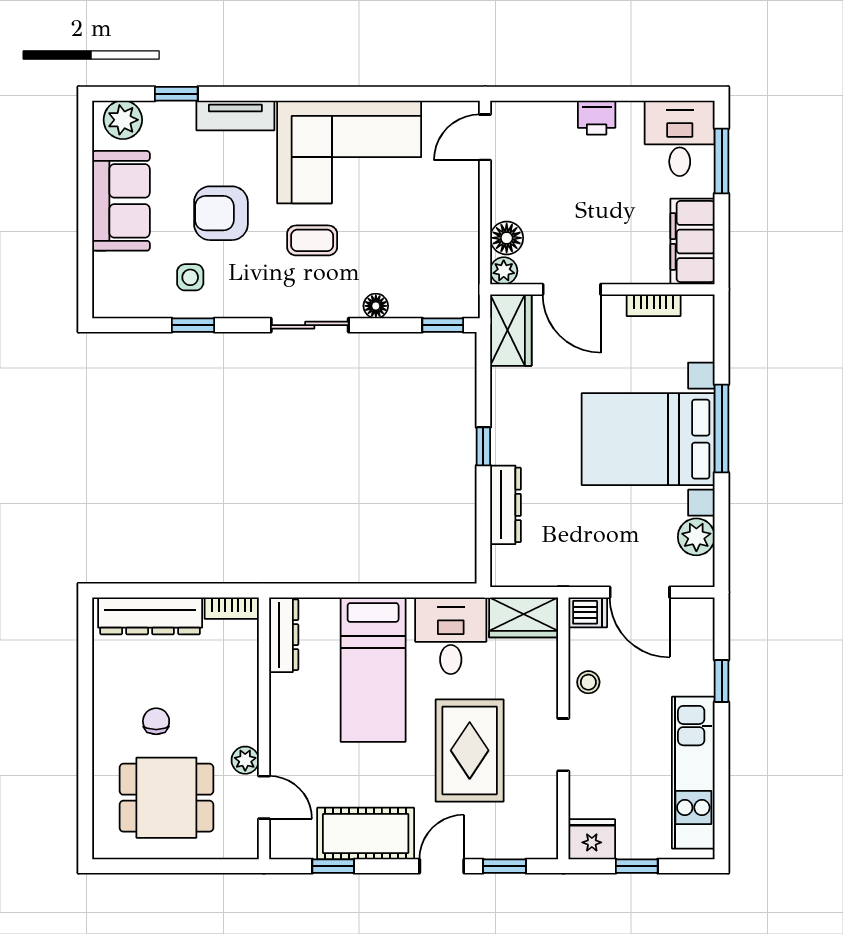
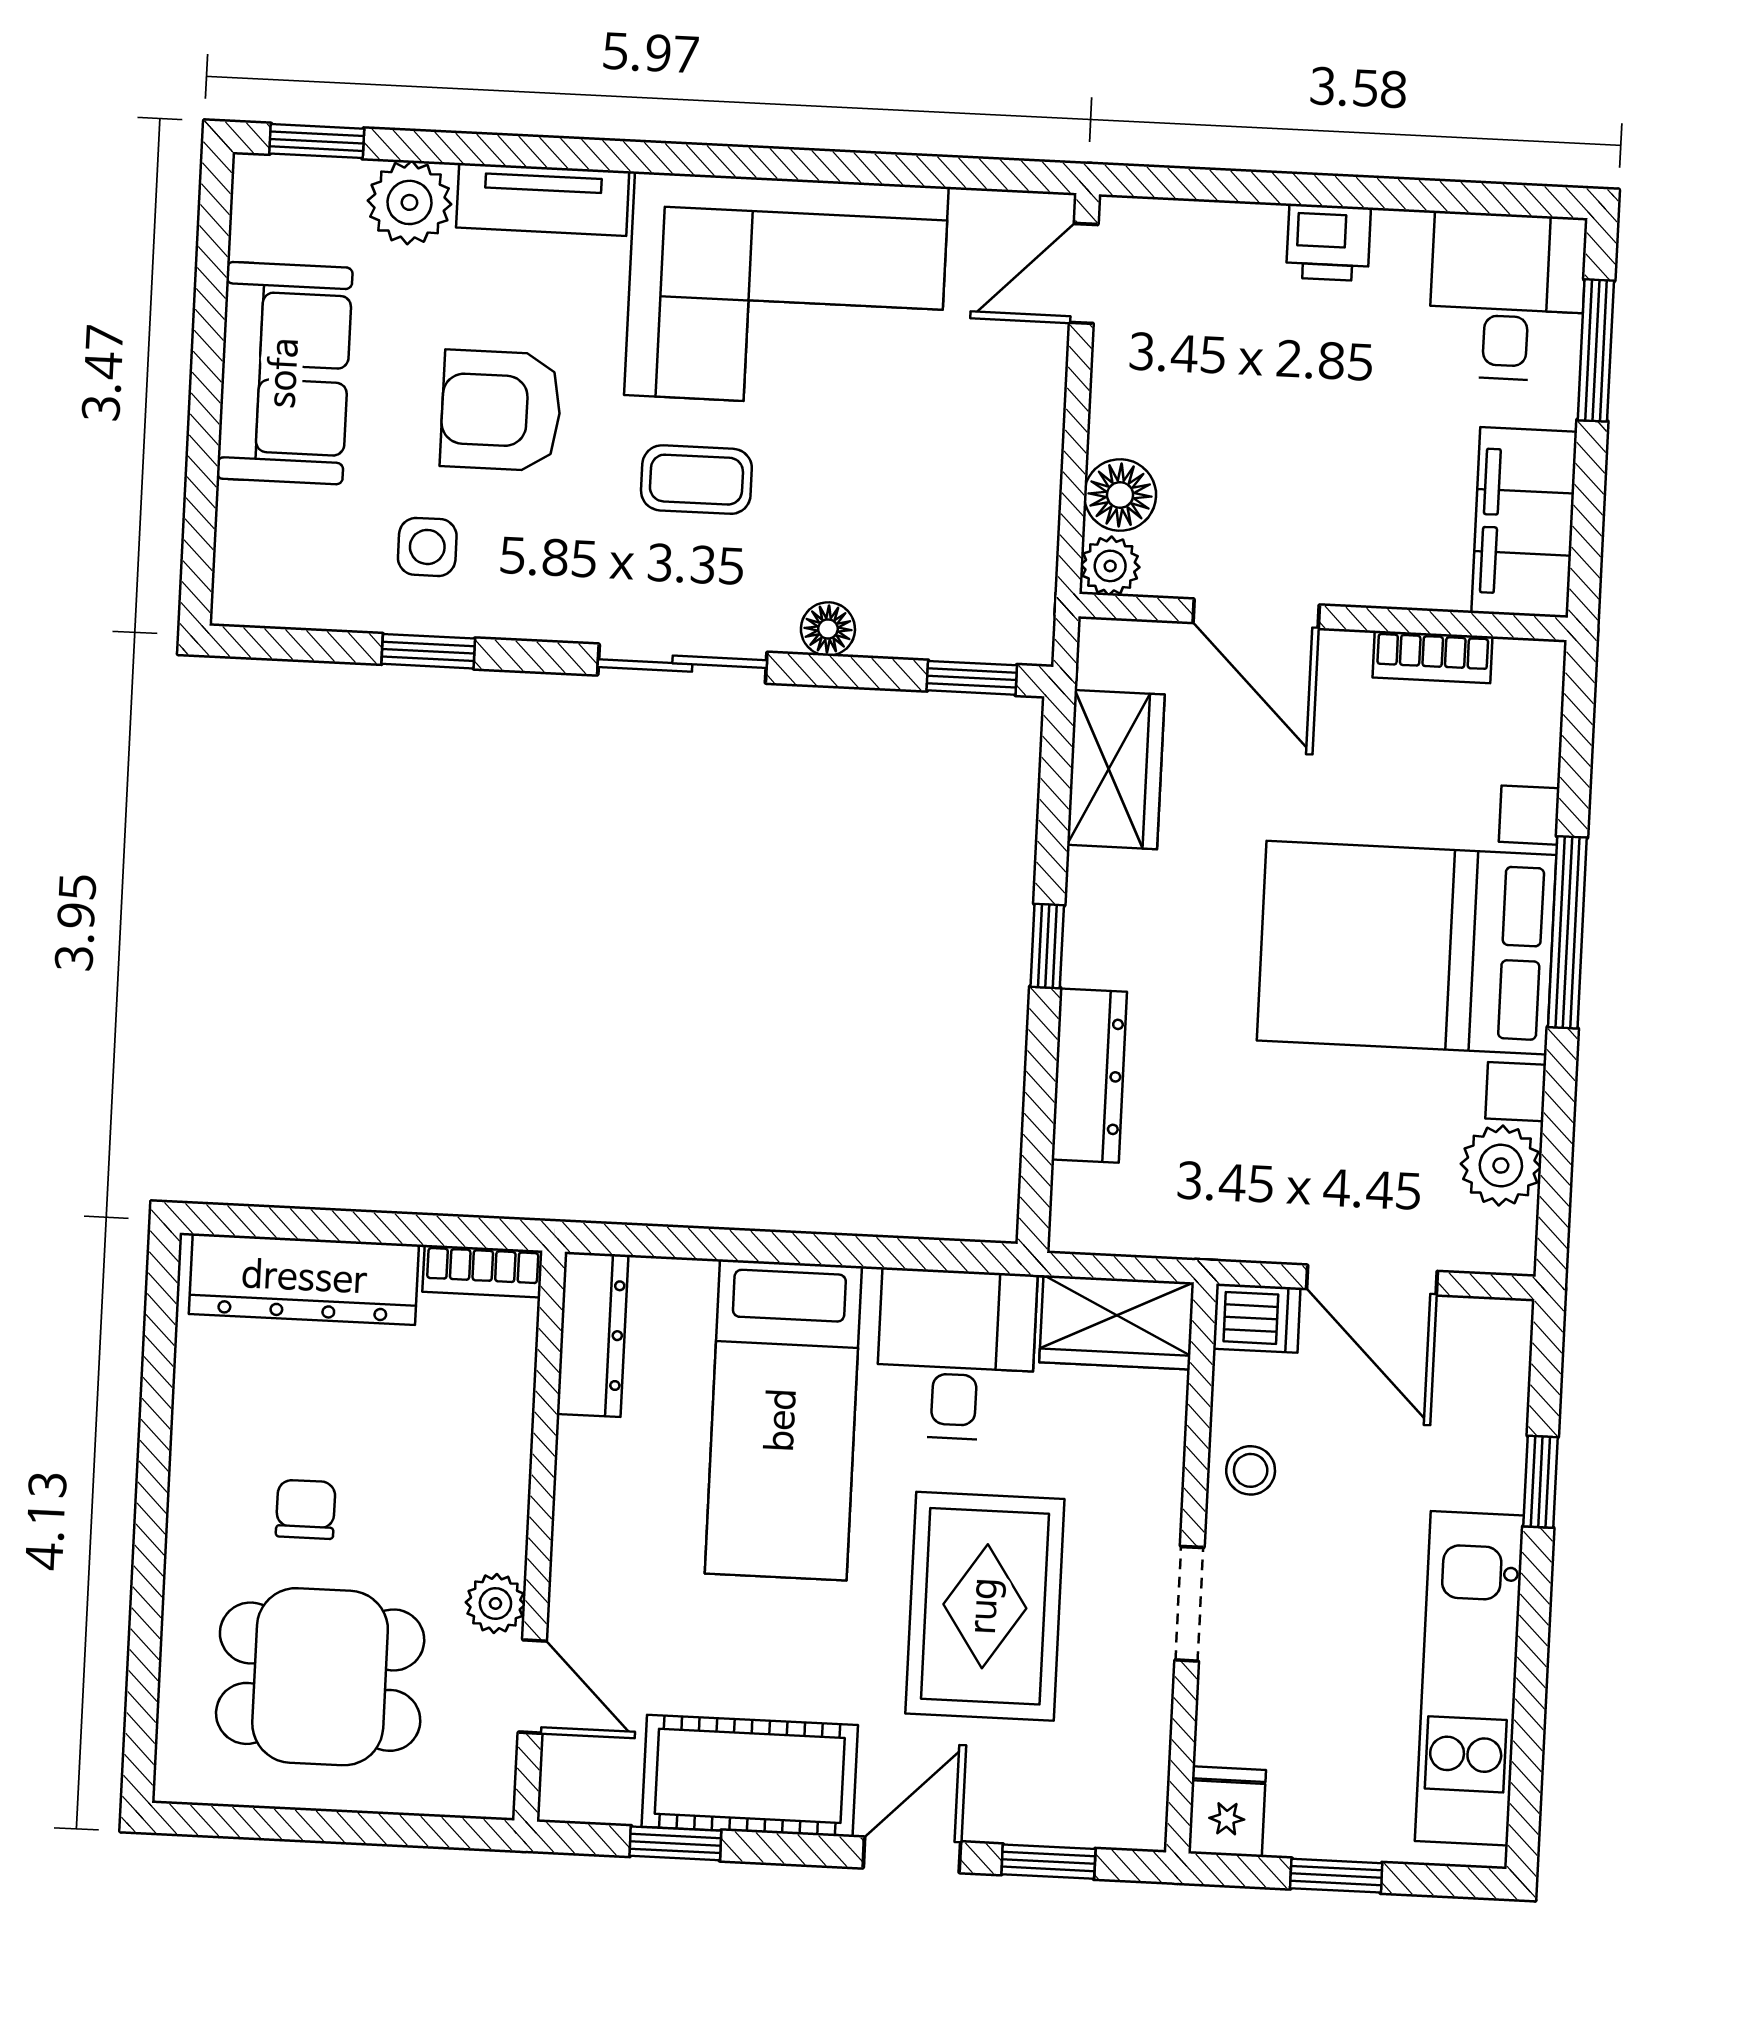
window: (176, 94) -> (317, 141), moved
plant: (123, 120) -> (409, 202), moved
wardrobe: (511, 330) -> (1116, 770), moved
fridge: (592, 839) -> (1227, 1812), width x0.72

